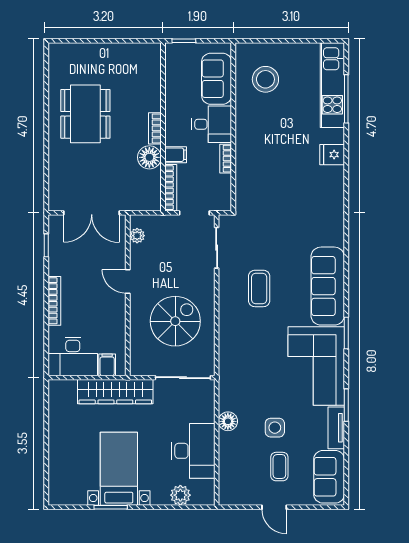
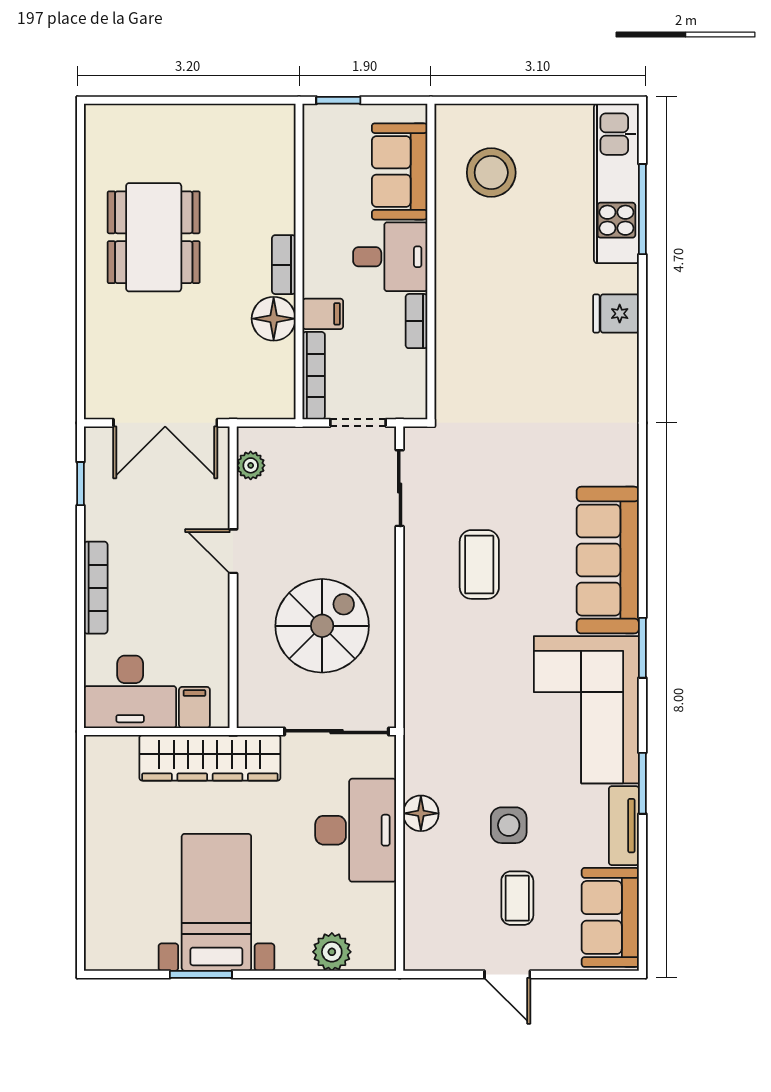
desk: (193, 451) -> (356, 830), moved

